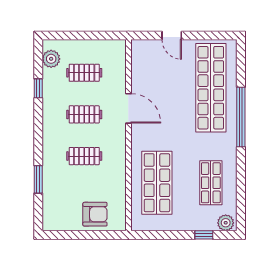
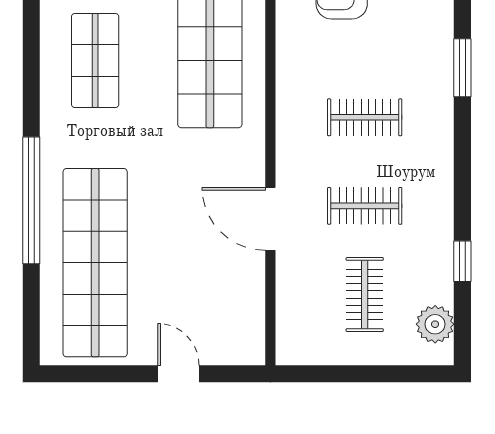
clothes rail: (84, 73) -> (365, 295), turned 90

